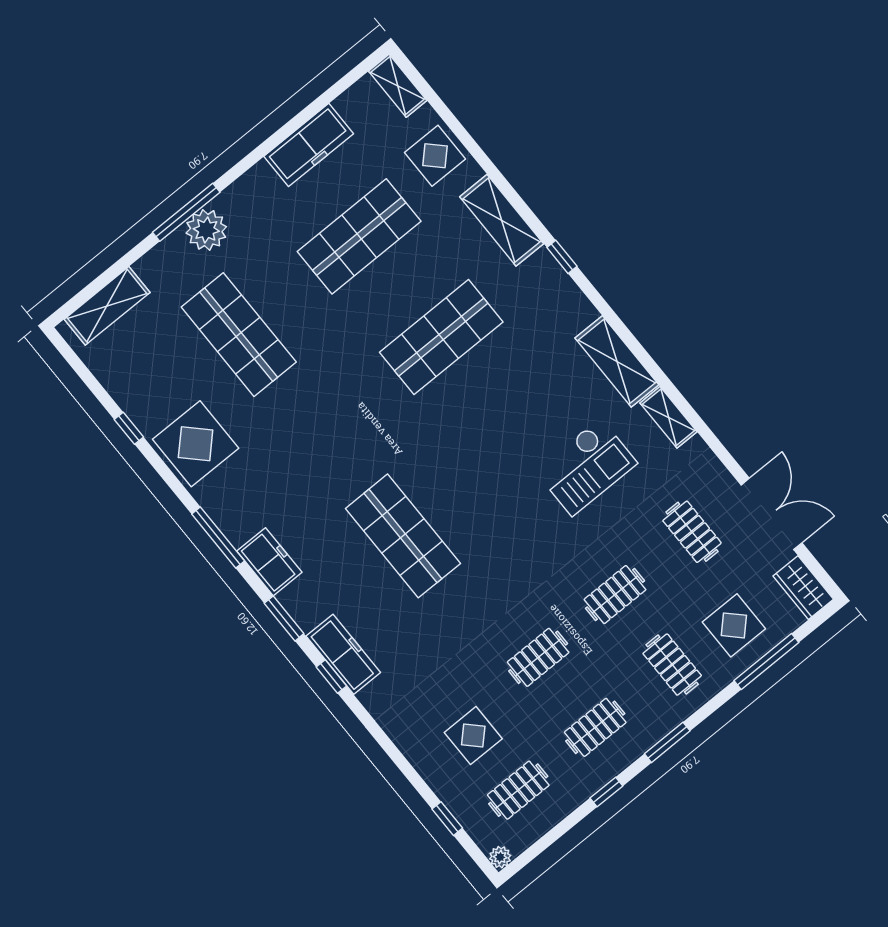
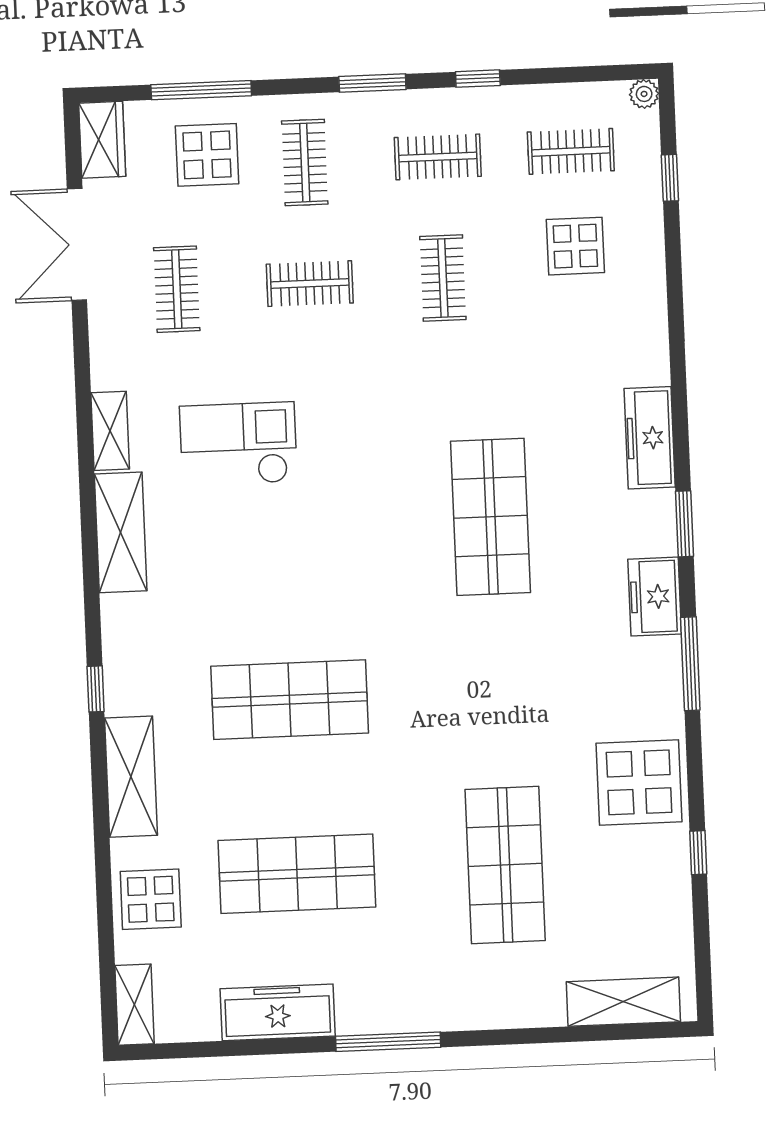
window: (186, 212) -> (388, 1042), moved
plant: (206, 230) -> (456, 1003), removed
clothes rail: (538, 657) -> (443, 278), turned 90
window: (331, 677) -> (680, 423), removed

